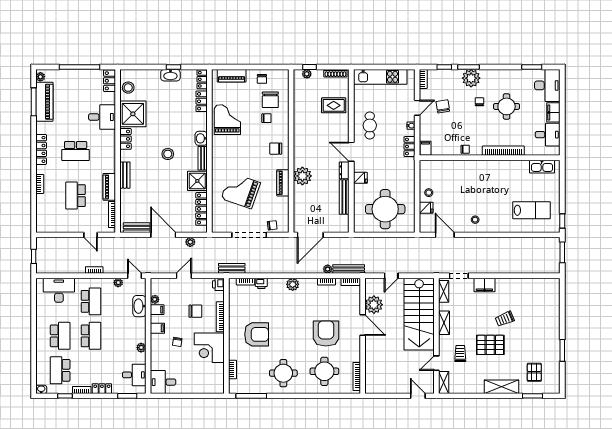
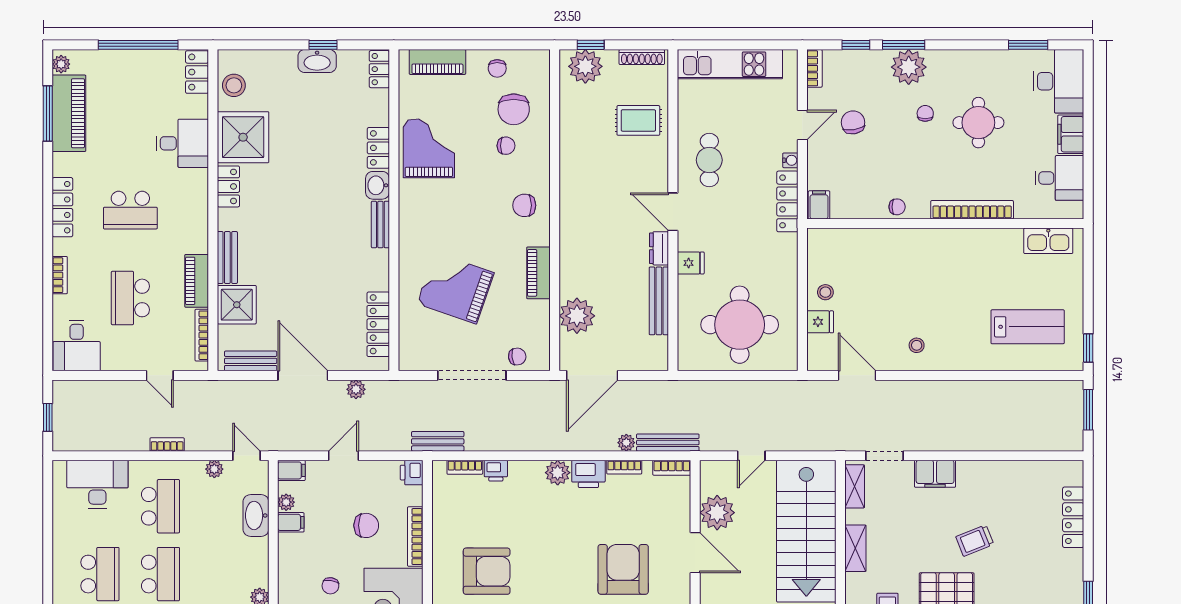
plant: (307, 74) -> (585, 66), width x1.87, depth x1.87
locker: (202, 101) -> (378, 148), moved
locker: (409, 147) -> (787, 201), width x1.53
stool: (168, 154) -> (312, 216), removed
plant: (302, 176) -> (577, 316), moved
shower: (197, 181) -> (237, 305), moved
desk: (48, 220) -> (77, 346), added
printer: (308, 285) -> (588, 474), added
locker: (555, 307) -> (1073, 517), added
filing cabinet: (157, 328) -> (291, 470), moved

